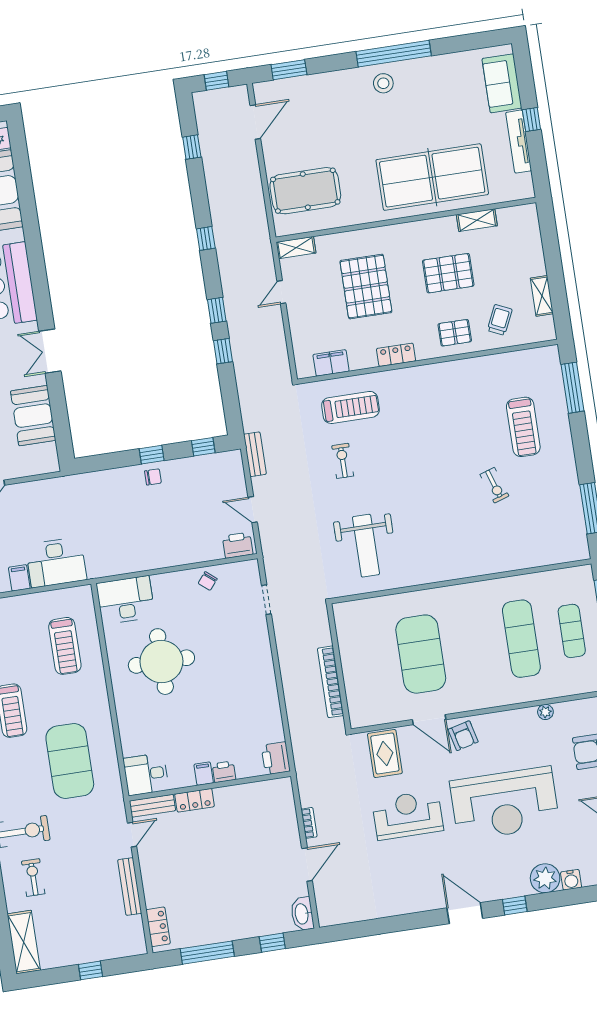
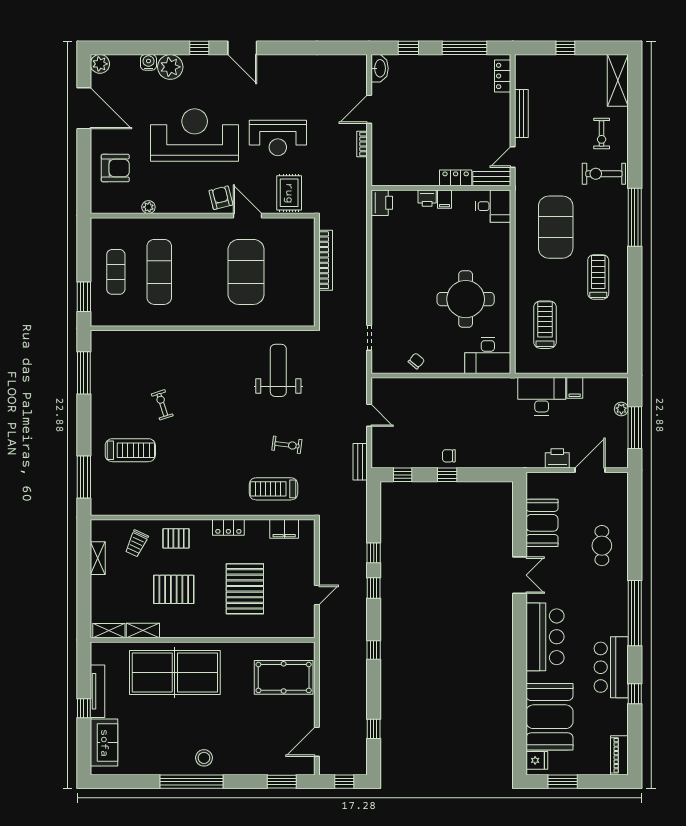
shelving: (296, 248) -> (109, 631), moved
treadmill: (523, 427) -> (130, 450), turned 90
exercise bike: (343, 461) -> (287, 445), turned -83
printer: (238, 545) -> (557, 458), moved, turned 180

